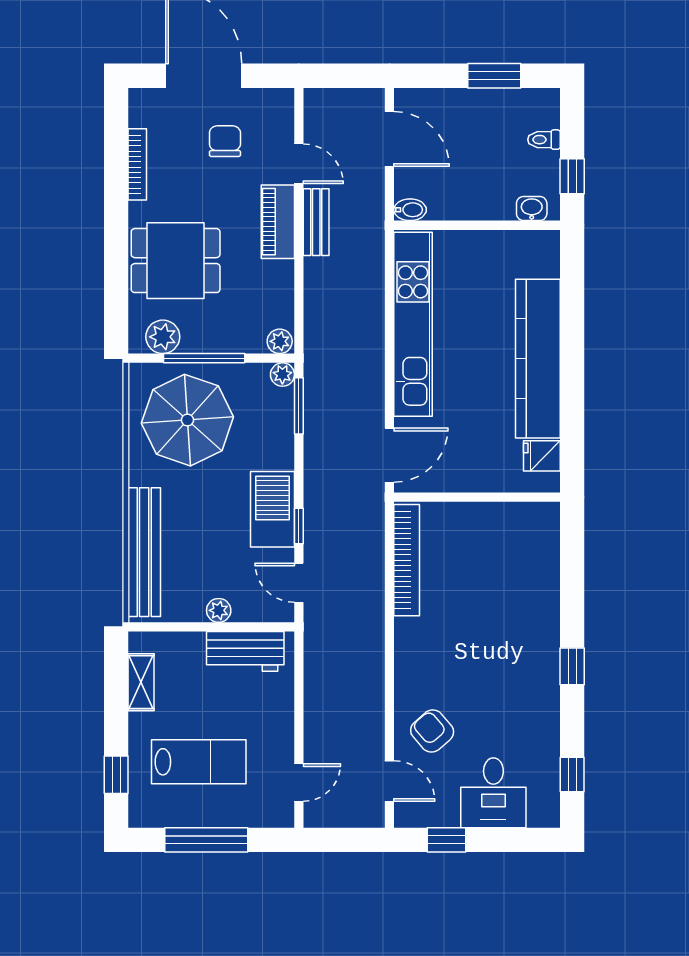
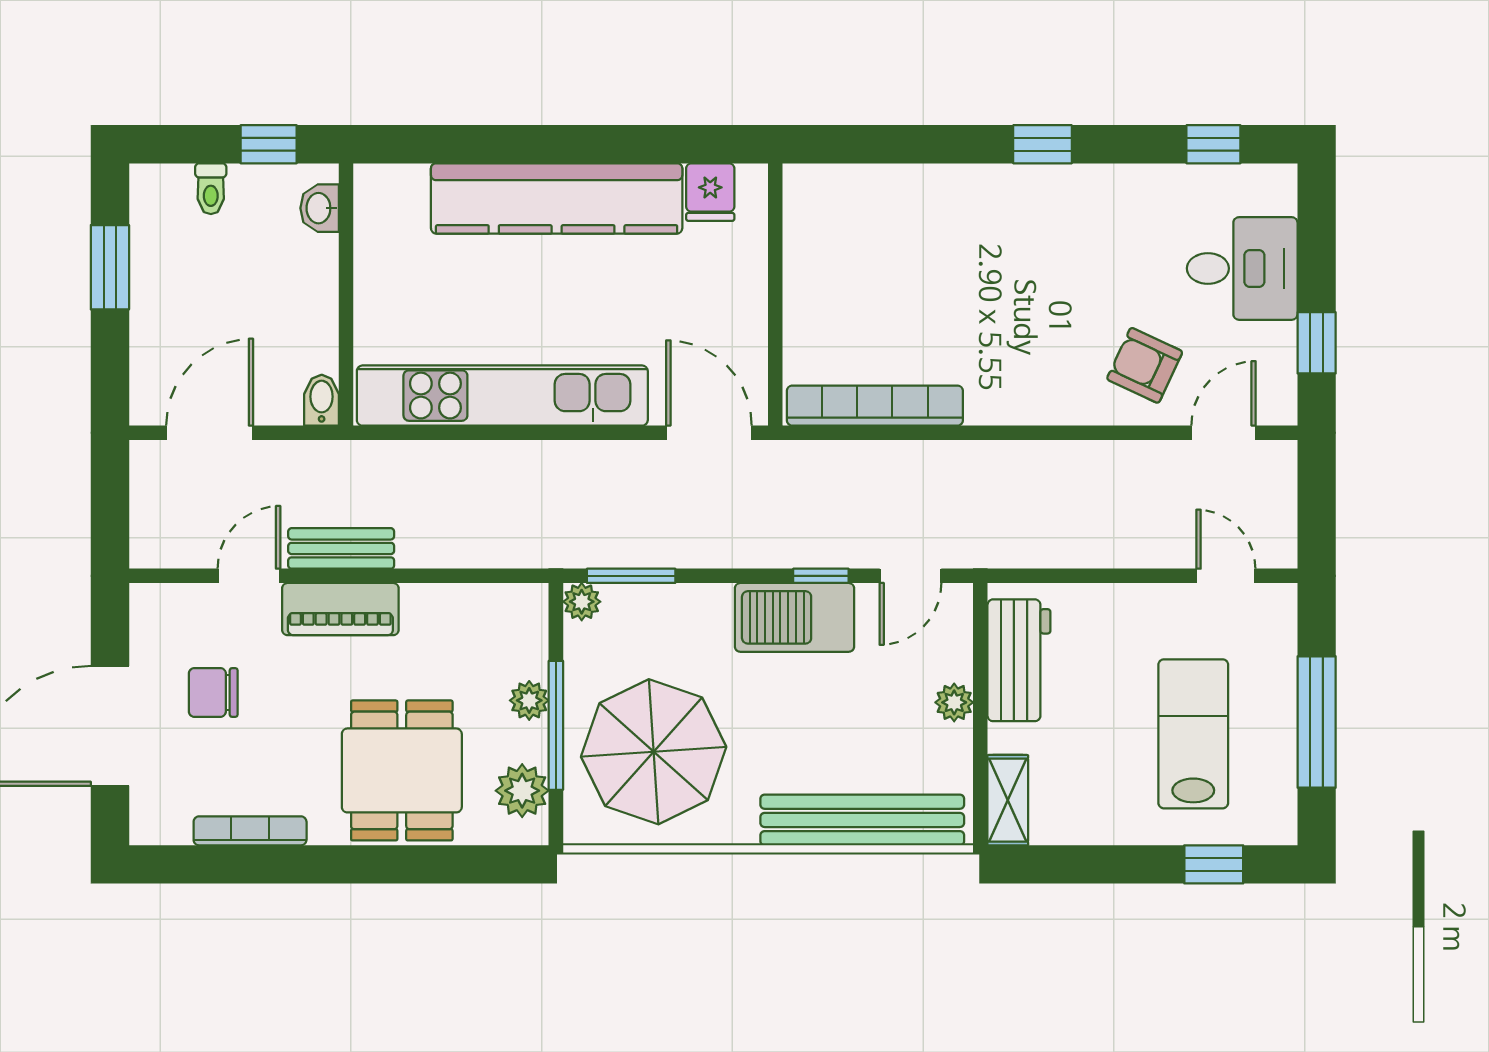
plant: (280, 341) -> (529, 700), moved
shelving: (141, 682) -> (1008, 800), moved, turned 90
armchair: (432, 731) -> (1145, 365), turned 66

